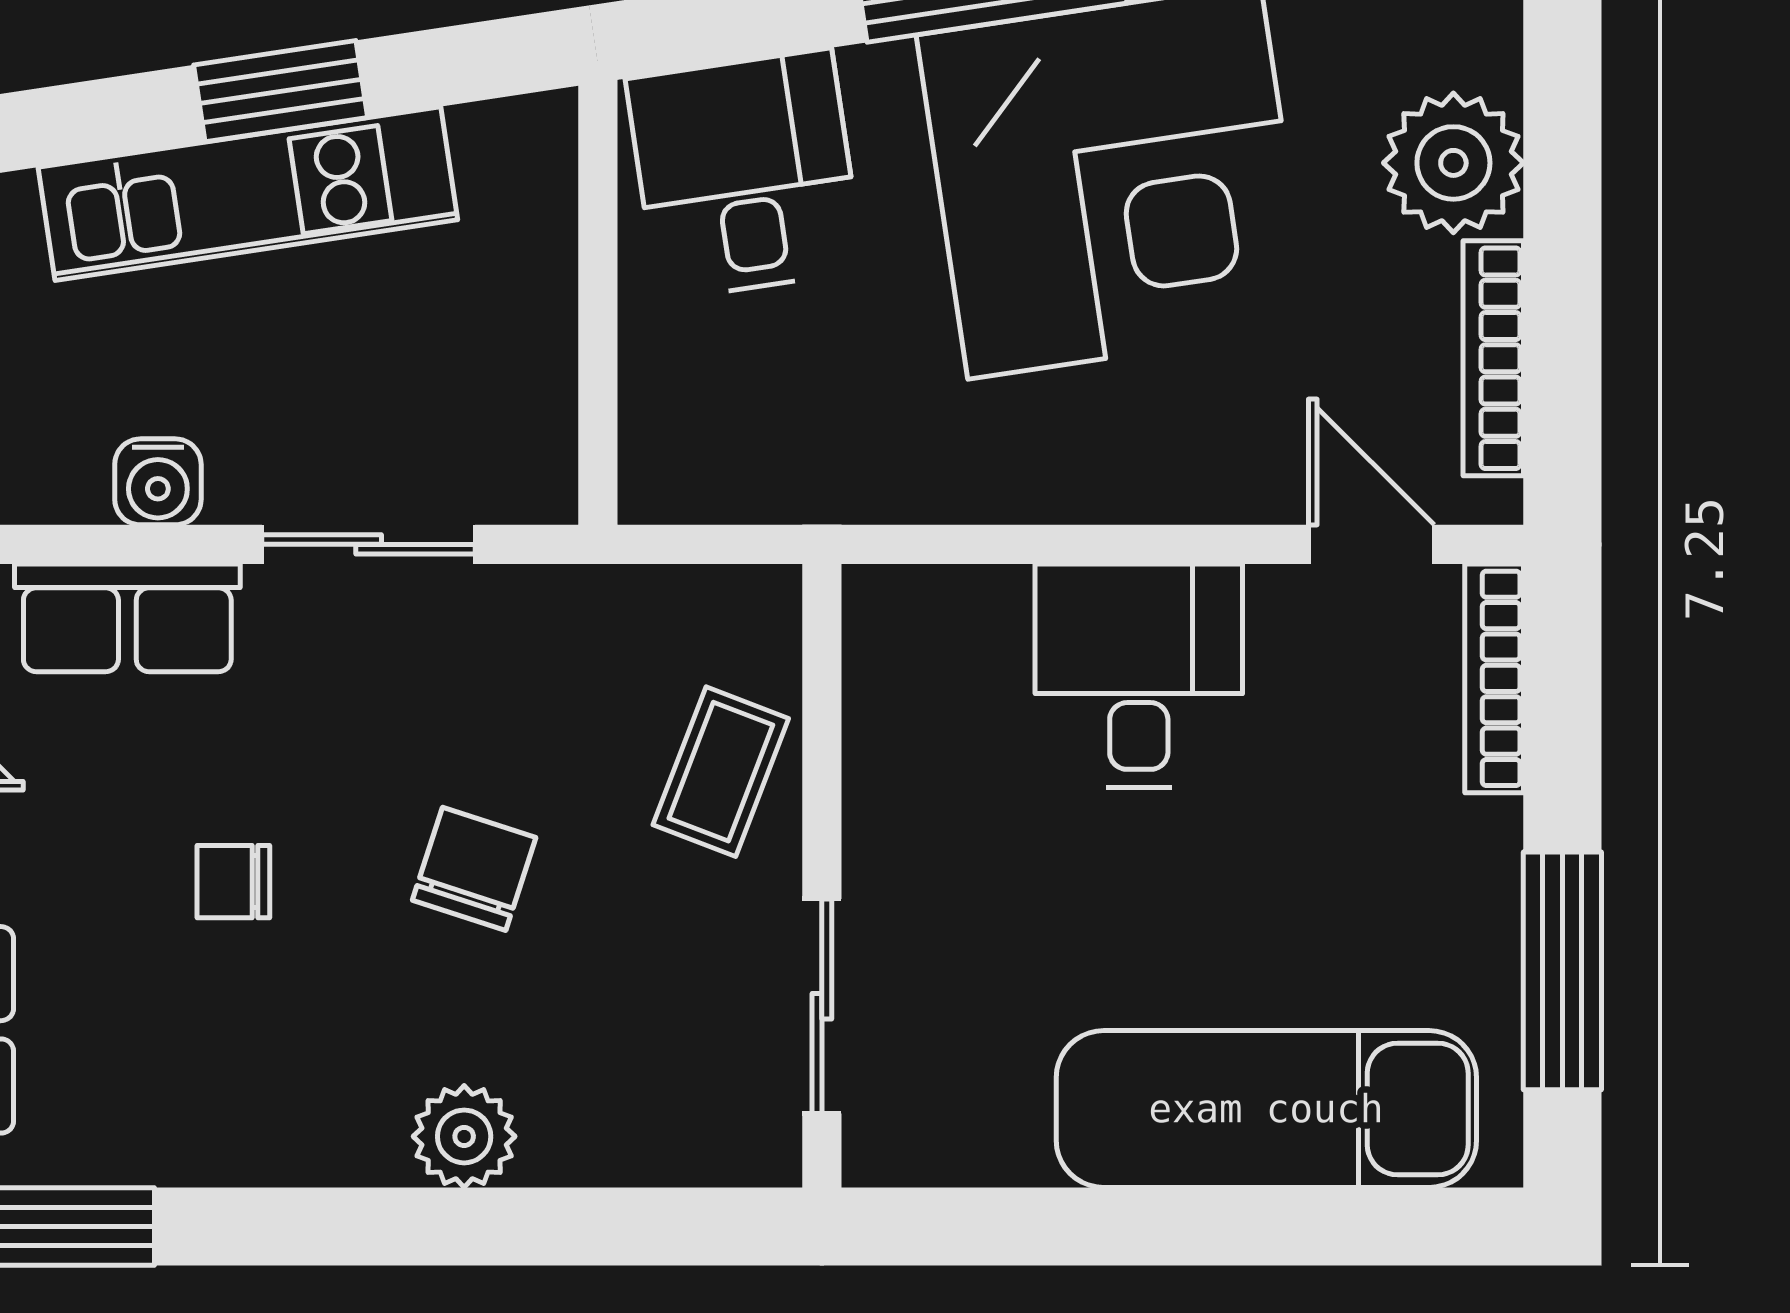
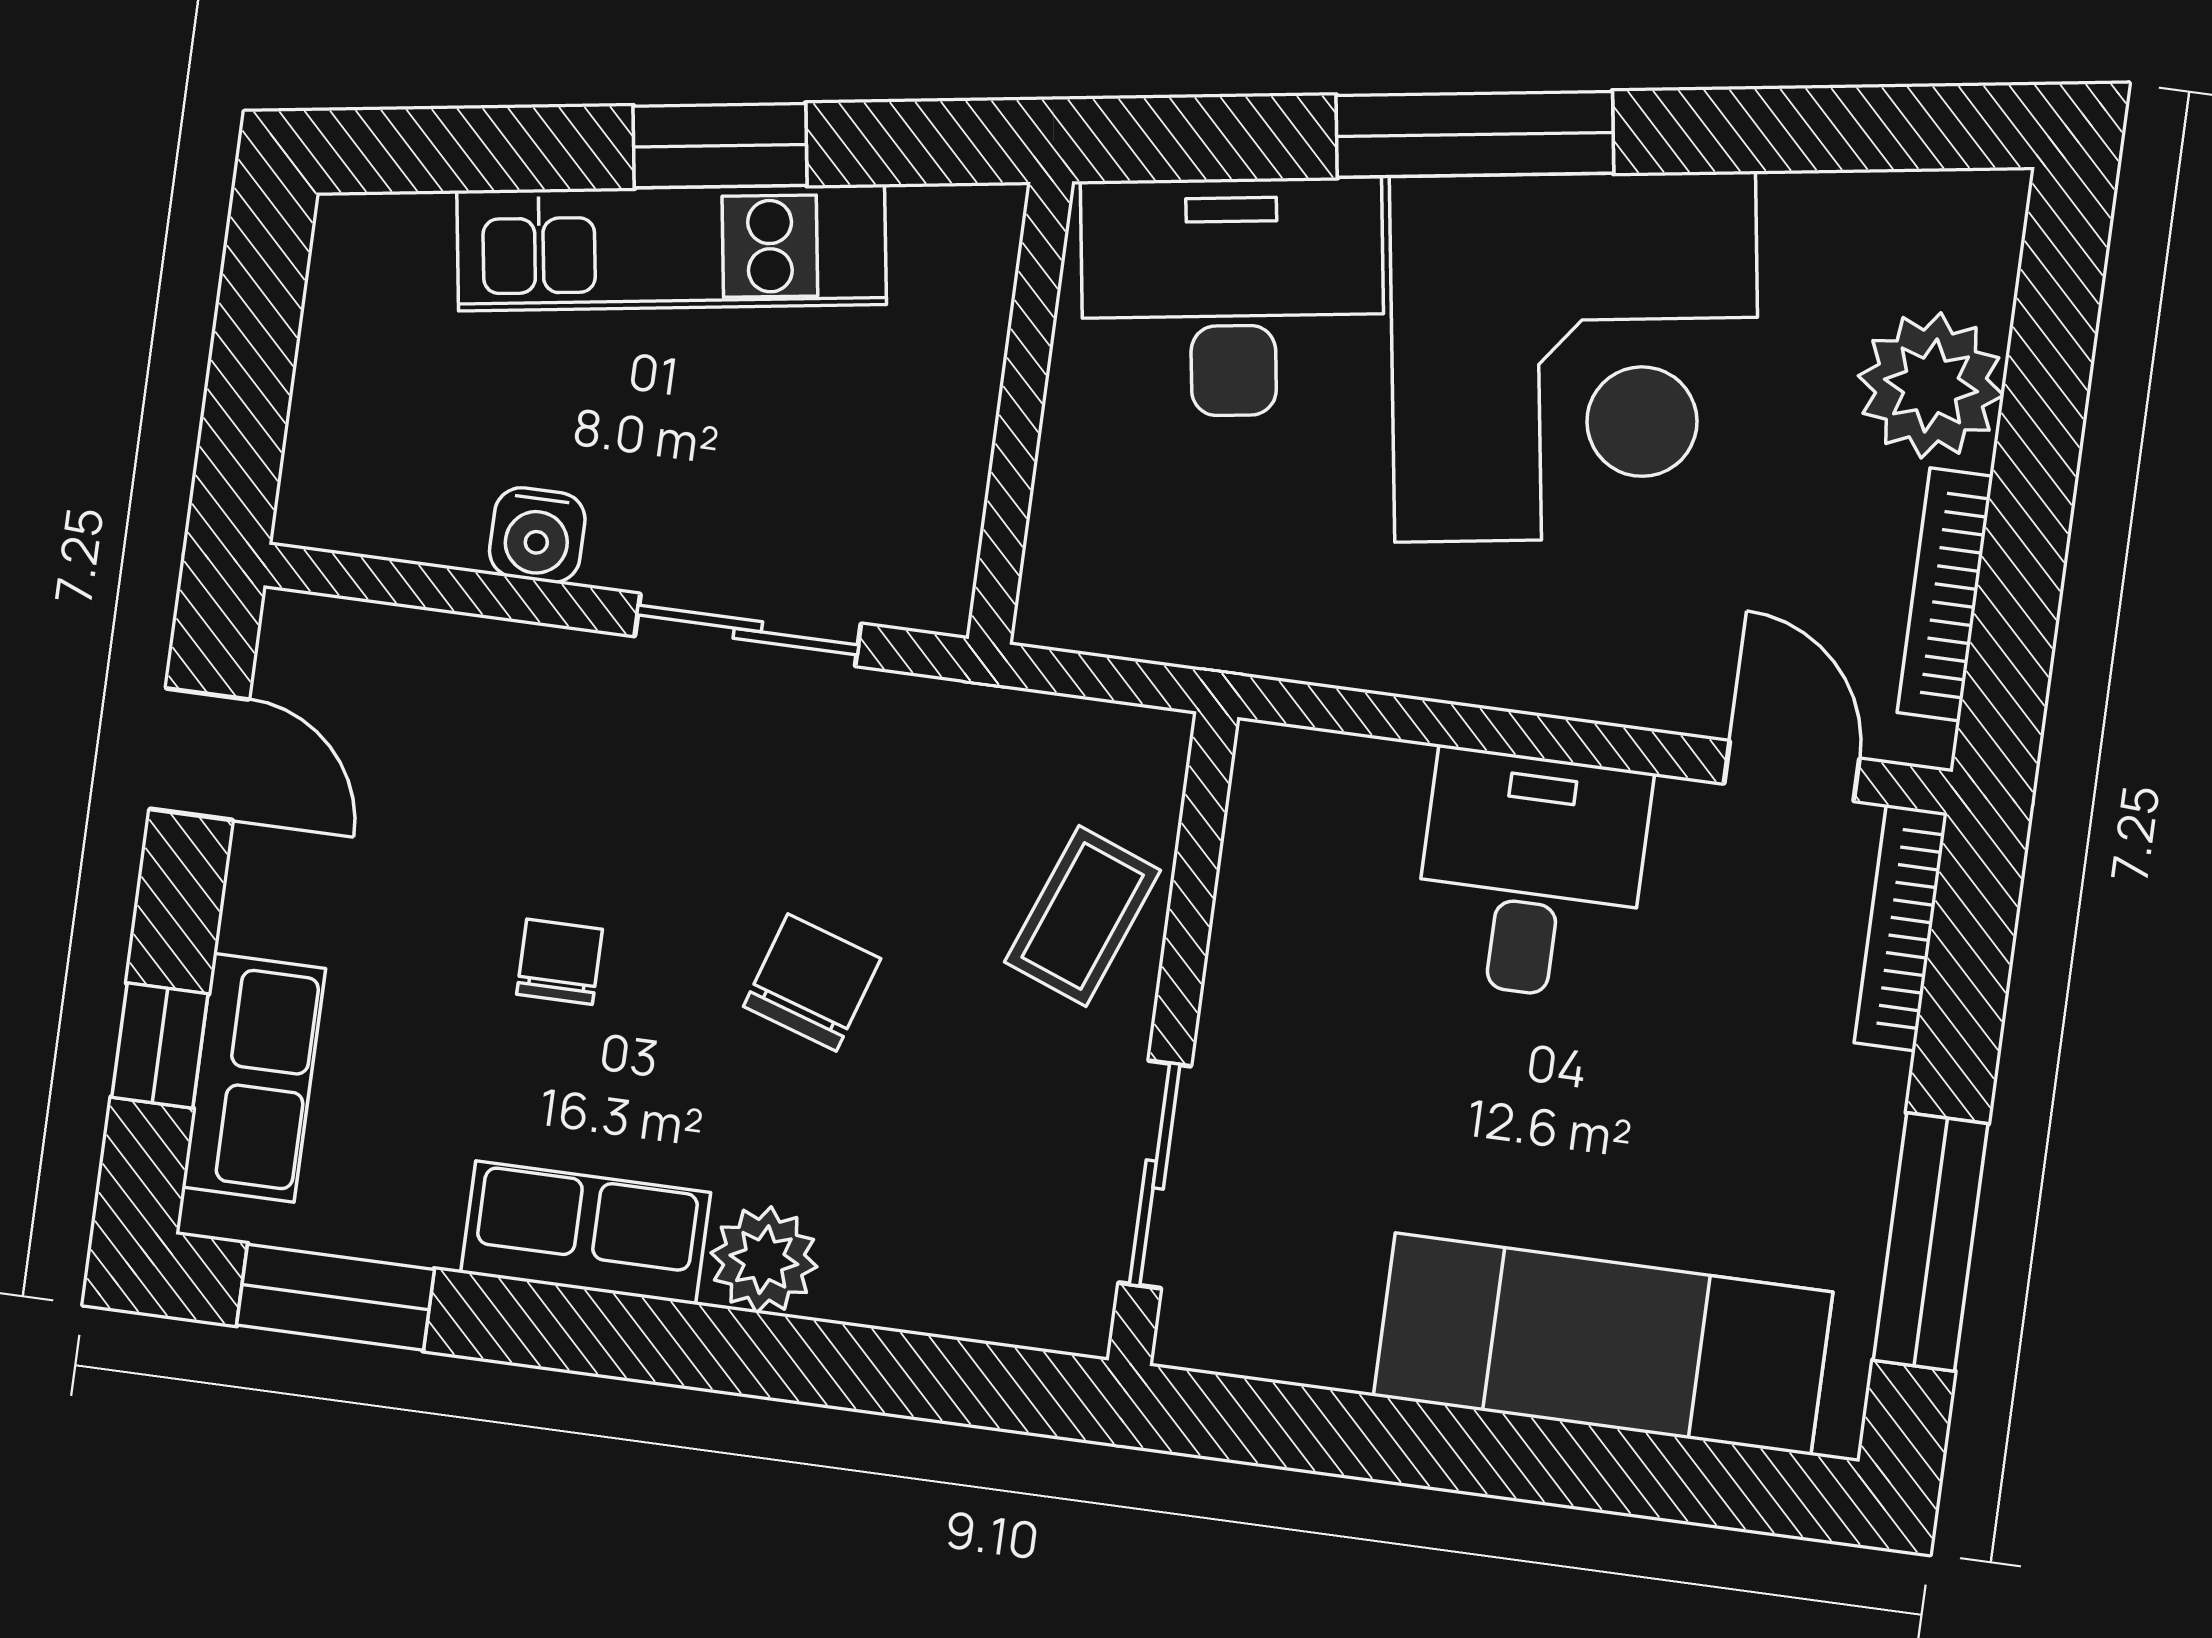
desk: (745, 175) -> (1233, 297), width x1.37
row of seats: (127, 618) -> (586, 1233), moved, turned 180
chair: (233, 882) -> (560, 962), turned 90

